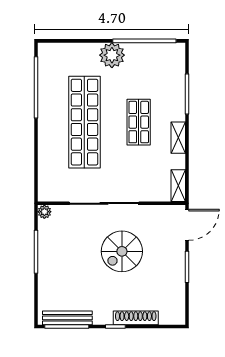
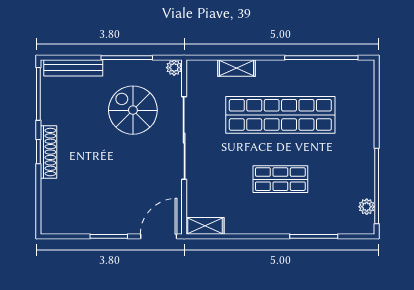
plant: (112, 55) -> (367, 207), moved, width x0.53, depth x0.53
shelving: (178, 138) -> (236, 68), moved
door: (187, 225) -> (159, 236), swing flipped
spiral stairs: (122, 251) -> (133, 110), moved
bench: (67, 318) -> (73, 68), moved, turned 90
shoe rack: (136, 318) -> (48, 152), moved

